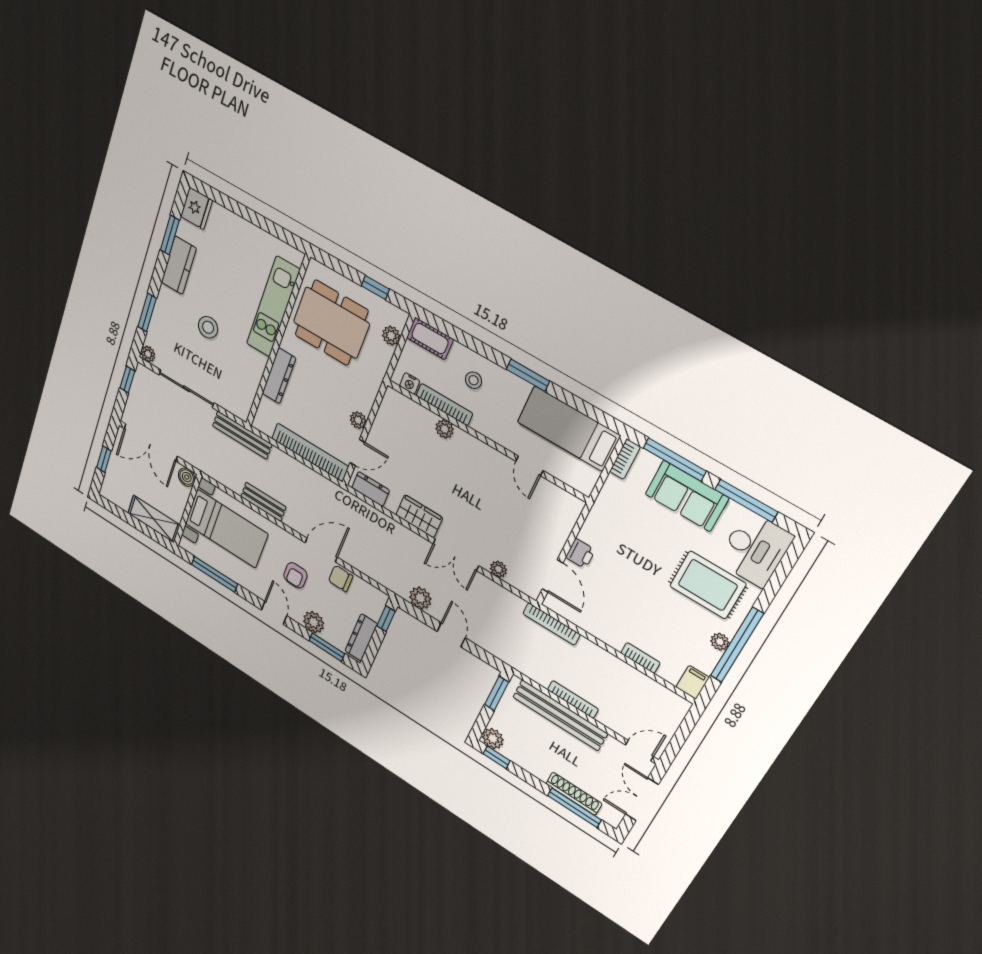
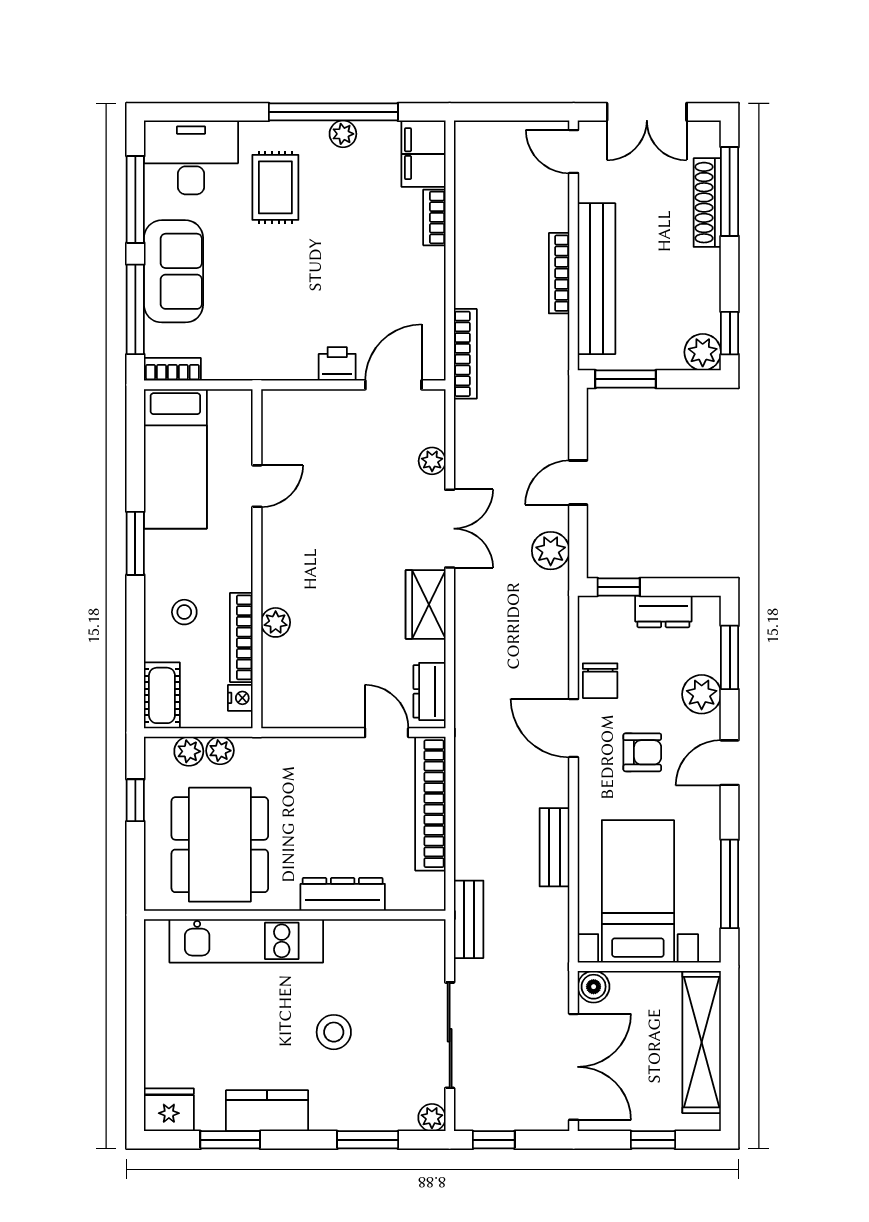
plant: (358, 420) -> (220, 751), moved
bench: (242, 435) -> (469, 919), width x0.73
shelving: (154, 519) -> (702, 1042), width x1.47
rug: (708, 585) -> (275, 187), width x0.73, depth x0.70
dresser: (361, 637) -> (663, 611), width x0.70
filing cabinet: (693, 682) -> (423, 154), width x2.00

